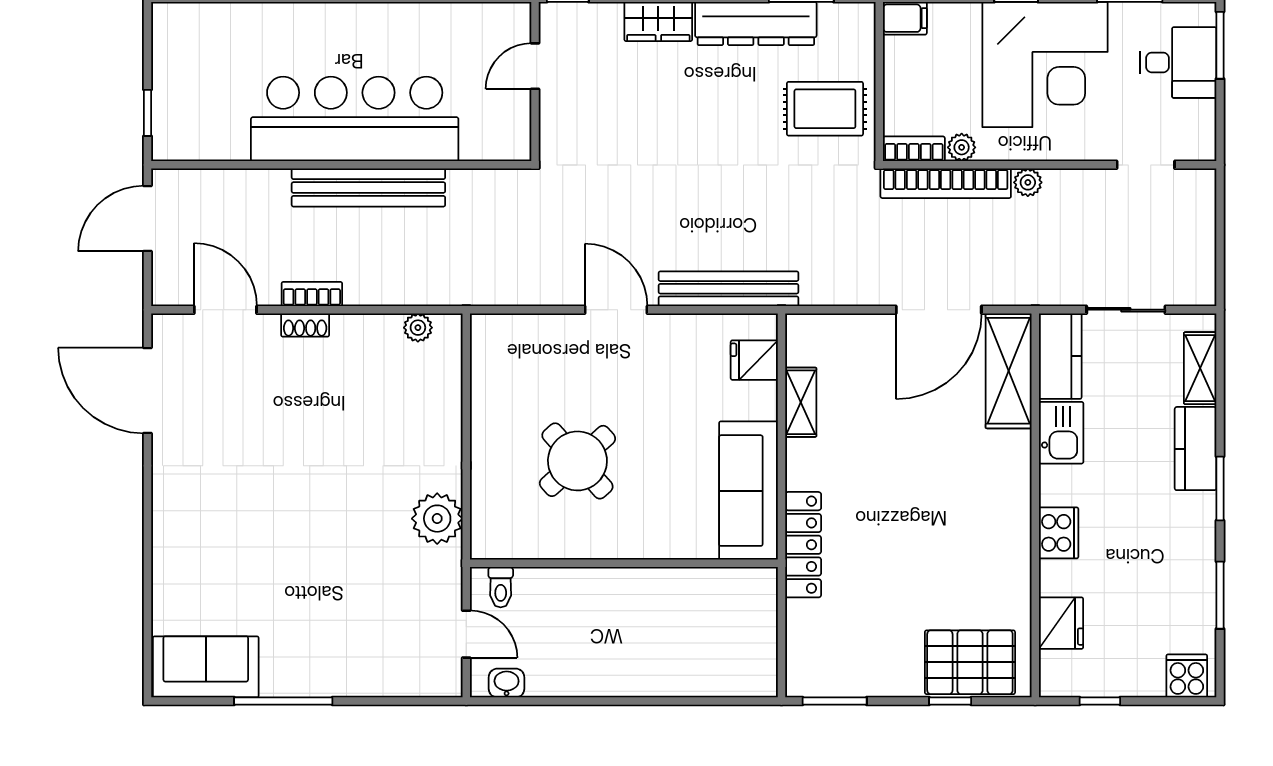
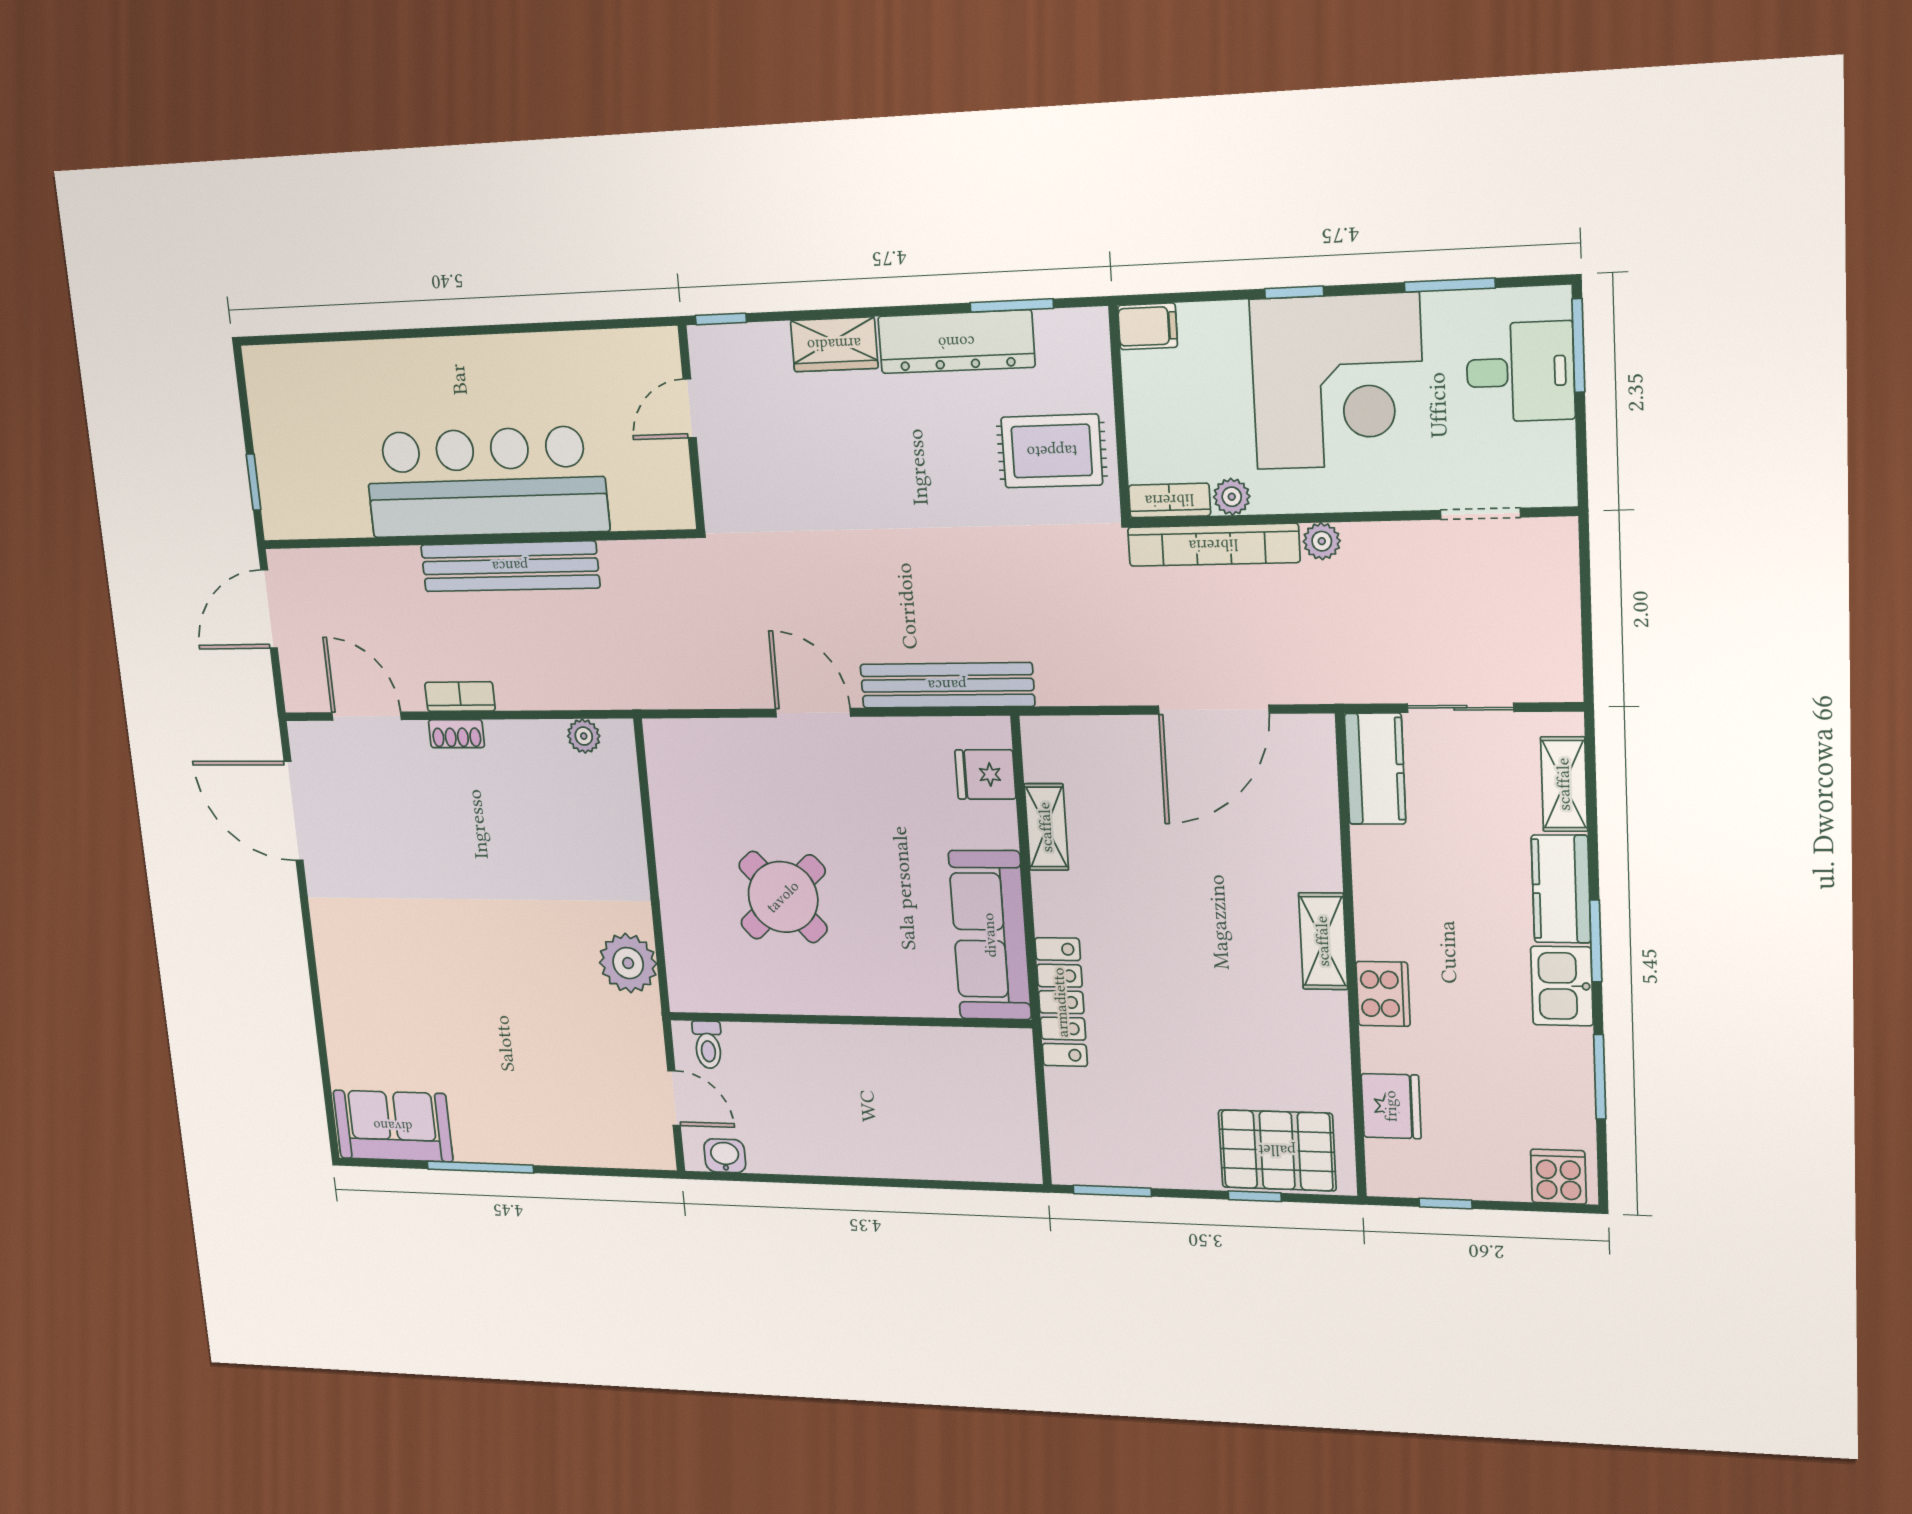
shelving: (1009, 371) -> (1323, 941), moved, width x0.67, depth x0.75
kitchen sink: (1061, 433) -> (1562, 986), moved, turned 180

